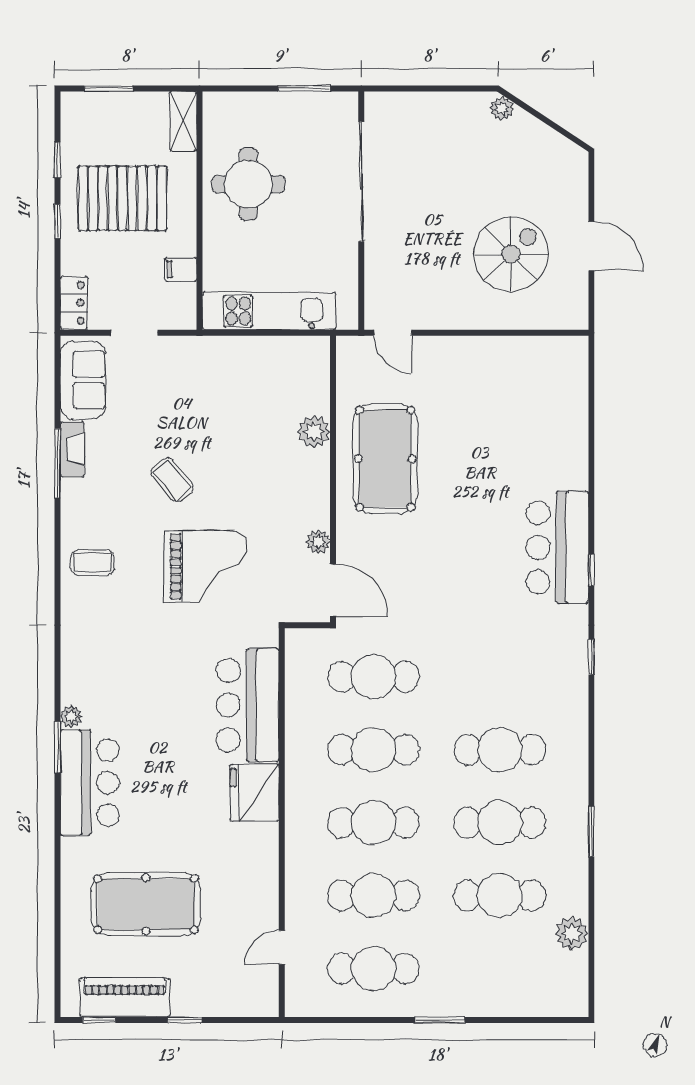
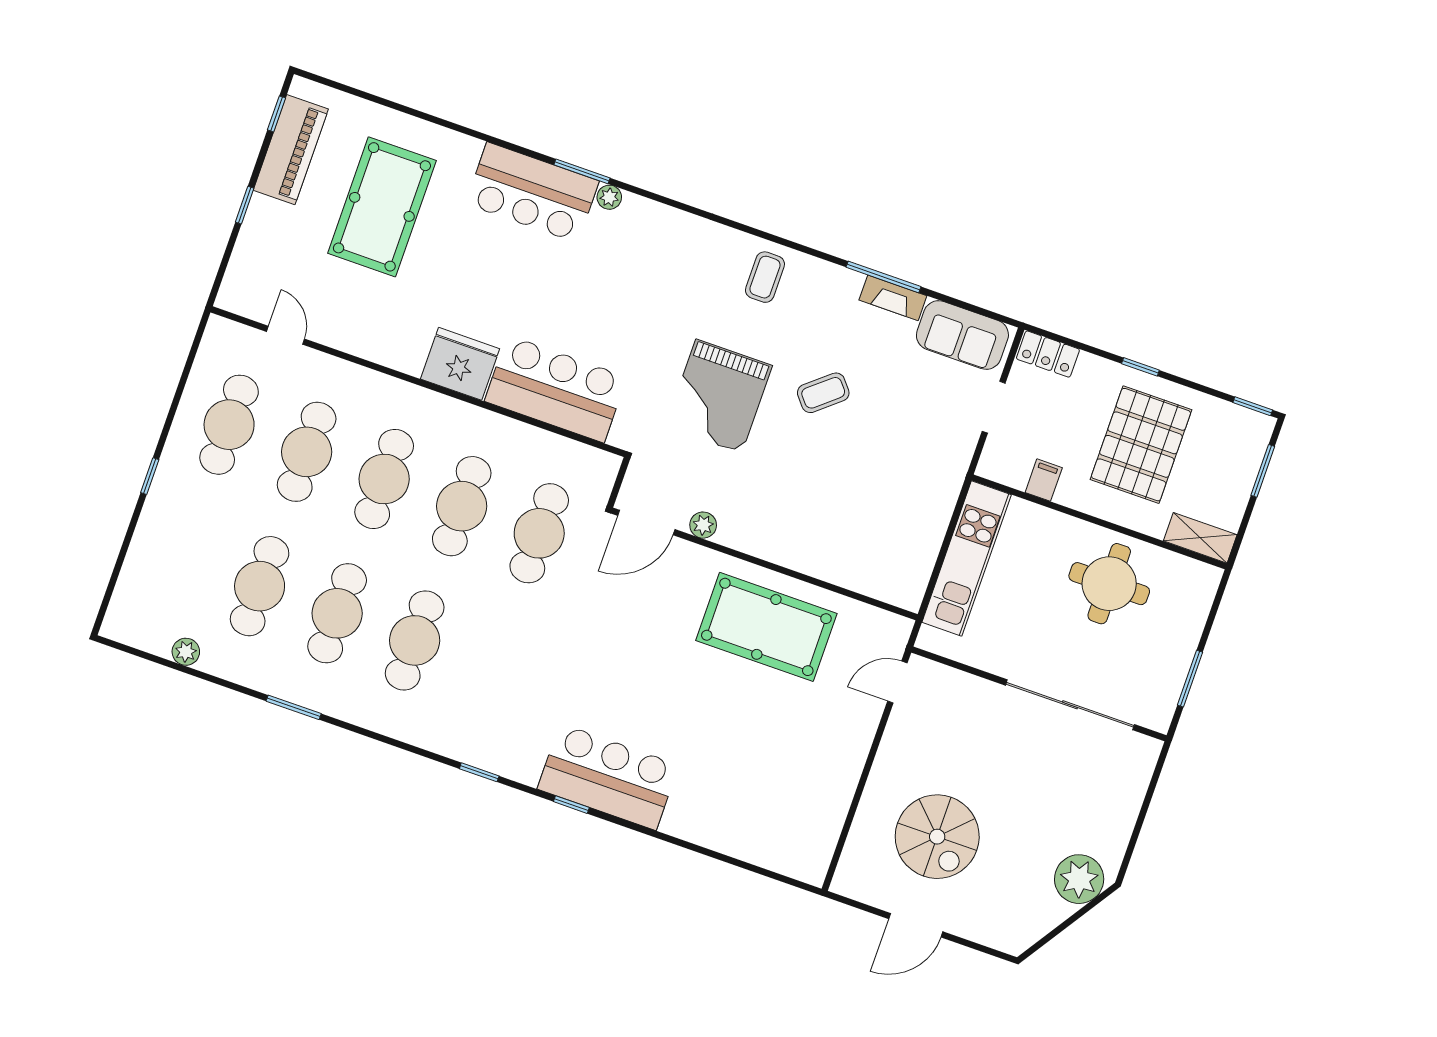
plant: (502, 109) -> (1079, 879), width x1.87, depth x1.87
window: (57, 160) -> (1253, 406), moved
plant: (314, 431) -> (822, 561), removed
plant: (572, 934) -> (186, 652), width x0.73, depth x0.73
window: (440, 1020) -> (150, 476), width x0.67

